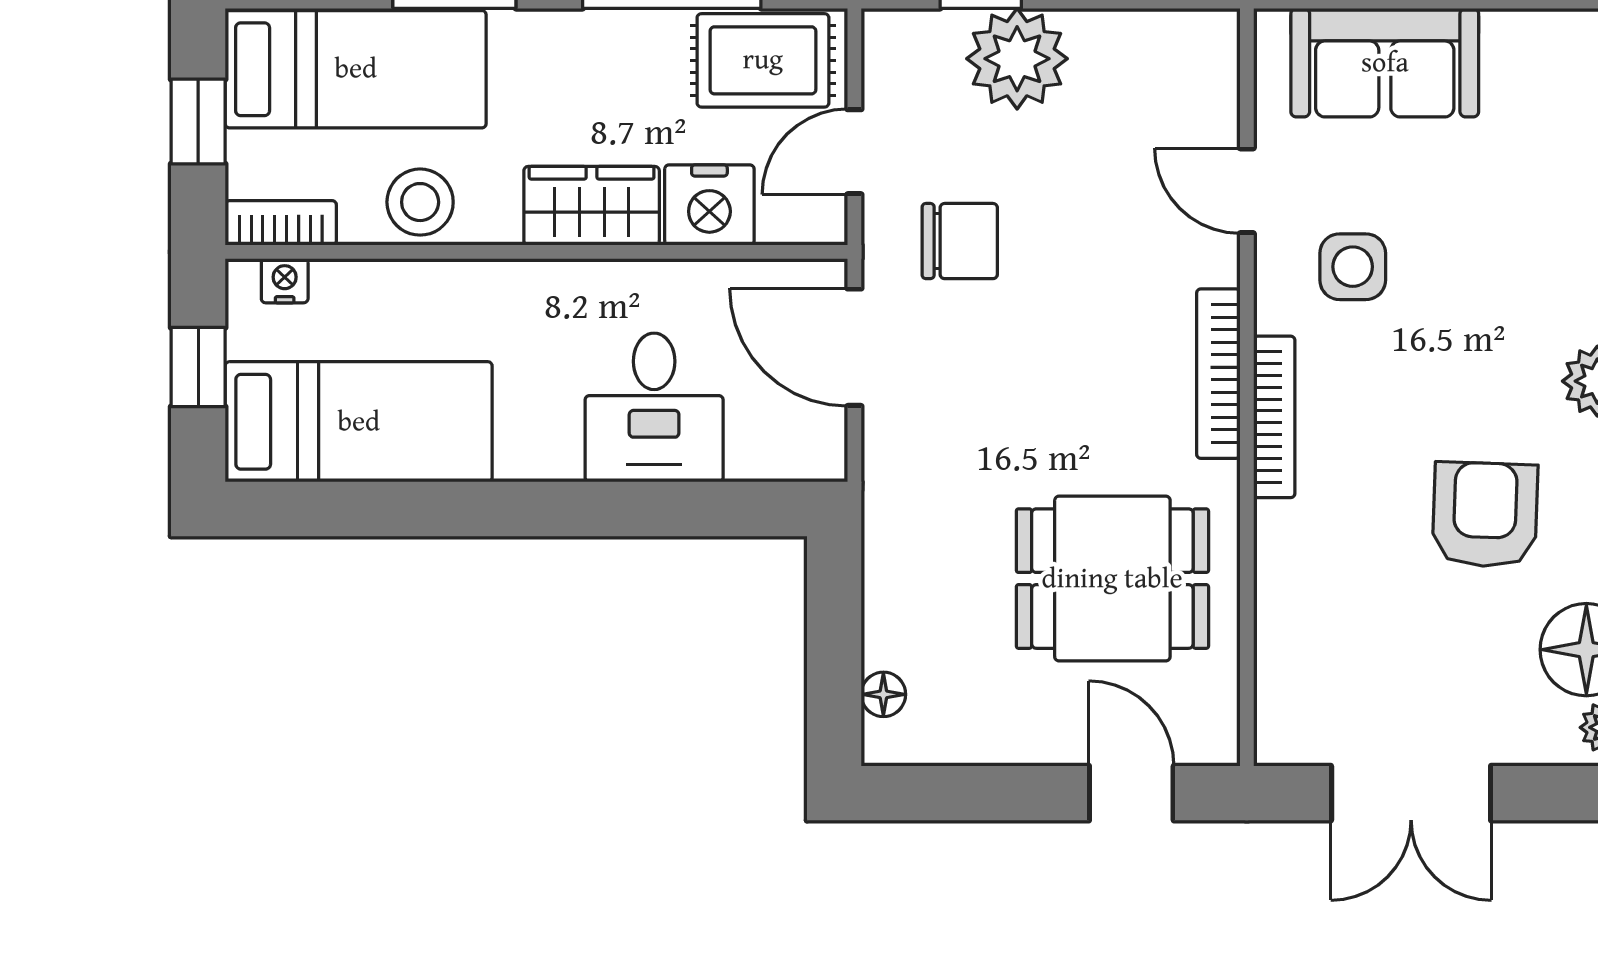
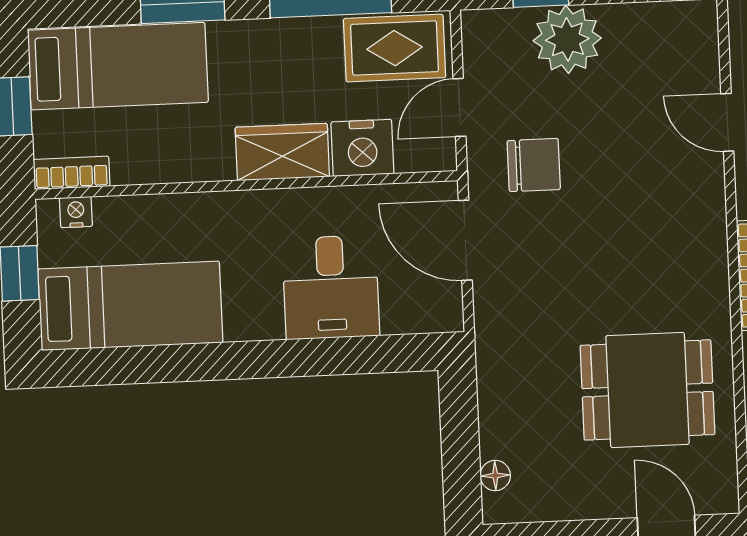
stool: (420, 202) -> (166, 155), removed
bookcase: (1218, 374) -> (713, 248), removed

